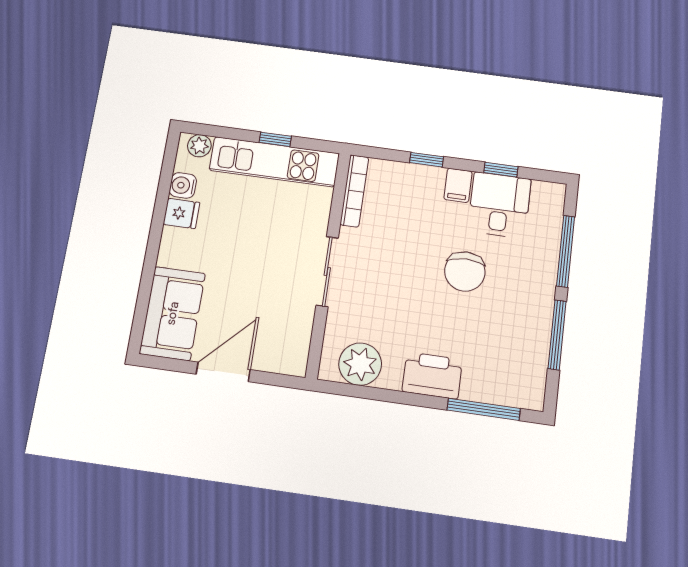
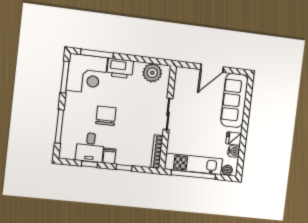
window: (275, 139) -> (193, 175), width x3.17
sofa: (172, 313) -> (234, 100), width x1.36
window: (557, 335) -> (65, 77), moved
corner desk: (506, 364) -> (87, 74), added

